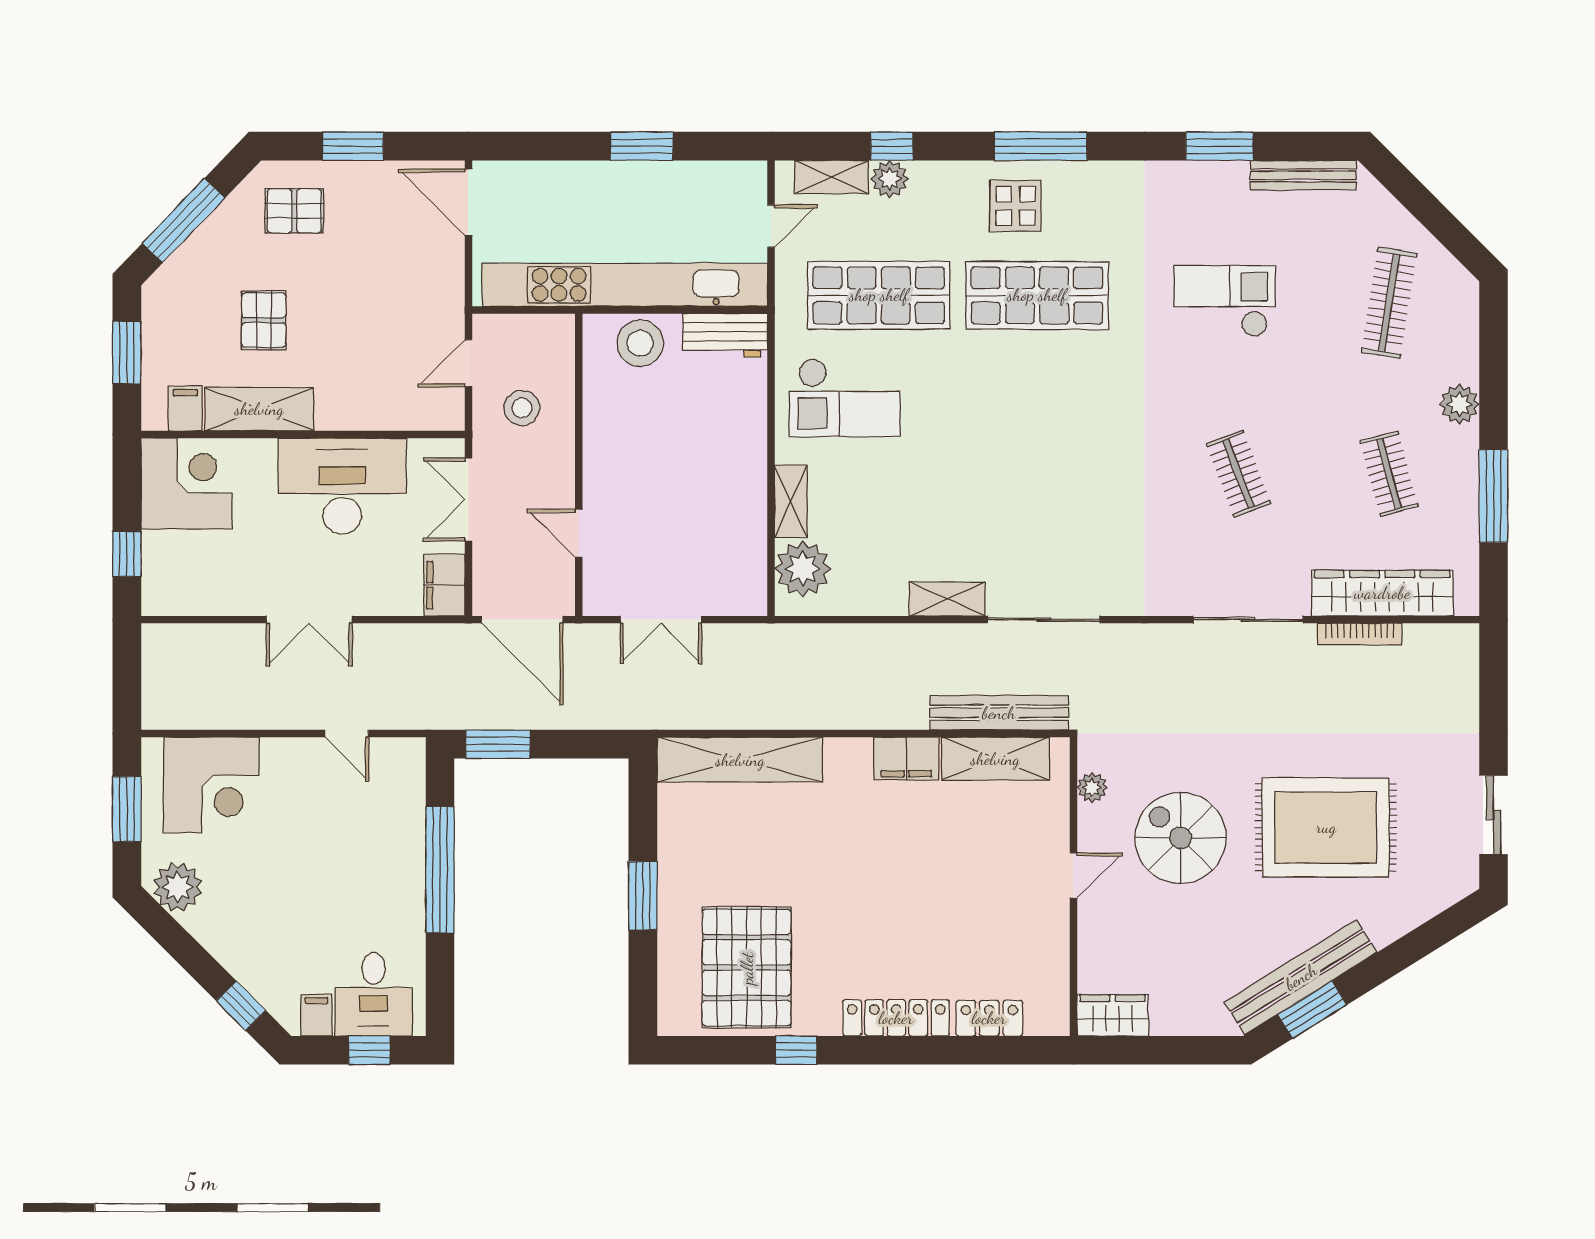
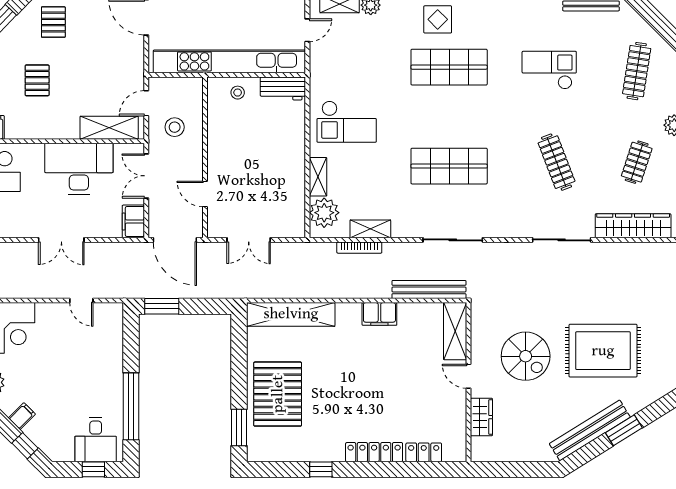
pallet: (294, 211) -> (53, 22), turned 90
shop shelf: (879, 295) -> (449, 166), moved
stool: (640, 343) -> (238, 93), width x0.53, depth x0.53
shelving: (259, 409) -> (109, 128), moved
clothes rail: (1239, 474) -> (557, 162), width x1.36
clothes rail: (1389, 474) -> (637, 162), turned 33
shelving: (947, 599) -> (370, 229), moved
bookcase: (1360, 634) -> (359, 248), moved
shelving: (995, 759) -> (455, 331), moved, turned 90
plant: (1092, 788) -> (478, 329), removed
spiral stairs: (1180, 838) -> (526, 356), turned 180
window: (440, 870) -> (131, 406), moved
door: (1074, 875) -> (469, 376), swing flipped
window: (643, 896) -> (239, 427), moved
pallet: (747, 968) -> (278, 394), moved
window: (1312, 1010) -> (624, 430), moved
filing cabinet: (316, 1015) -> (22, 416), moved, turned 45
wardrobe: (1112, 1015) -> (481, 417), moved, turned 90

